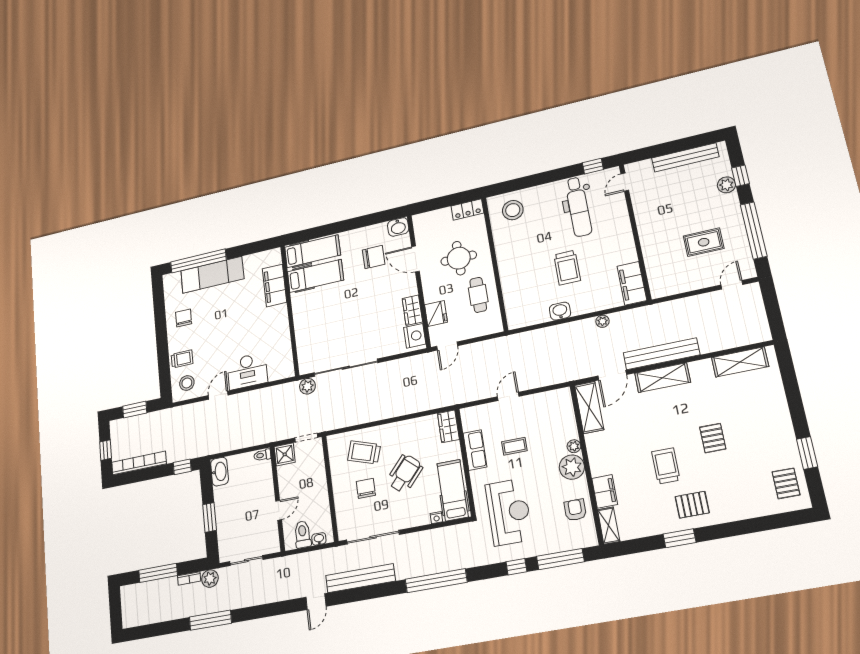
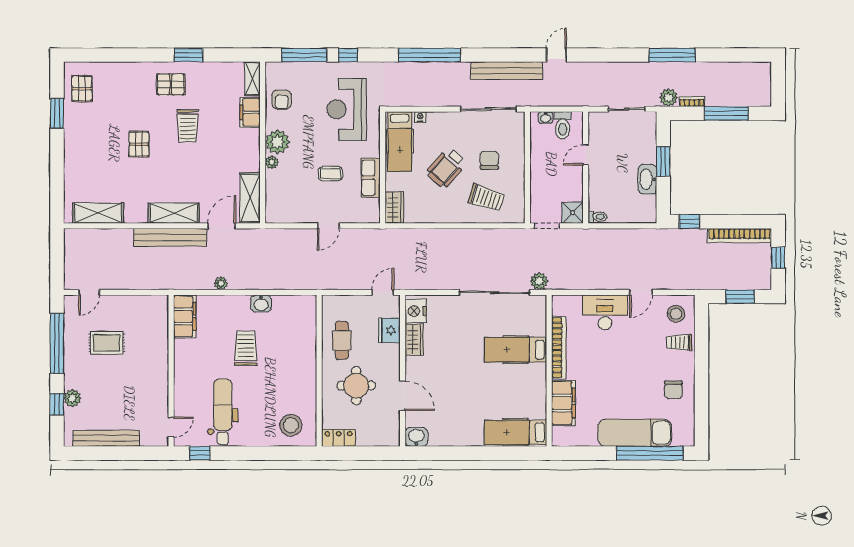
chair: (374, 257) -> (448, 409), removed
hospital bed: (315, 276) -> (516, 350), moved
bookcase: (284, 332) -> (559, 347), added
washbasin: (219, 472) -> (647, 179), moved
chair: (366, 488) -> (489, 160), turned 180

